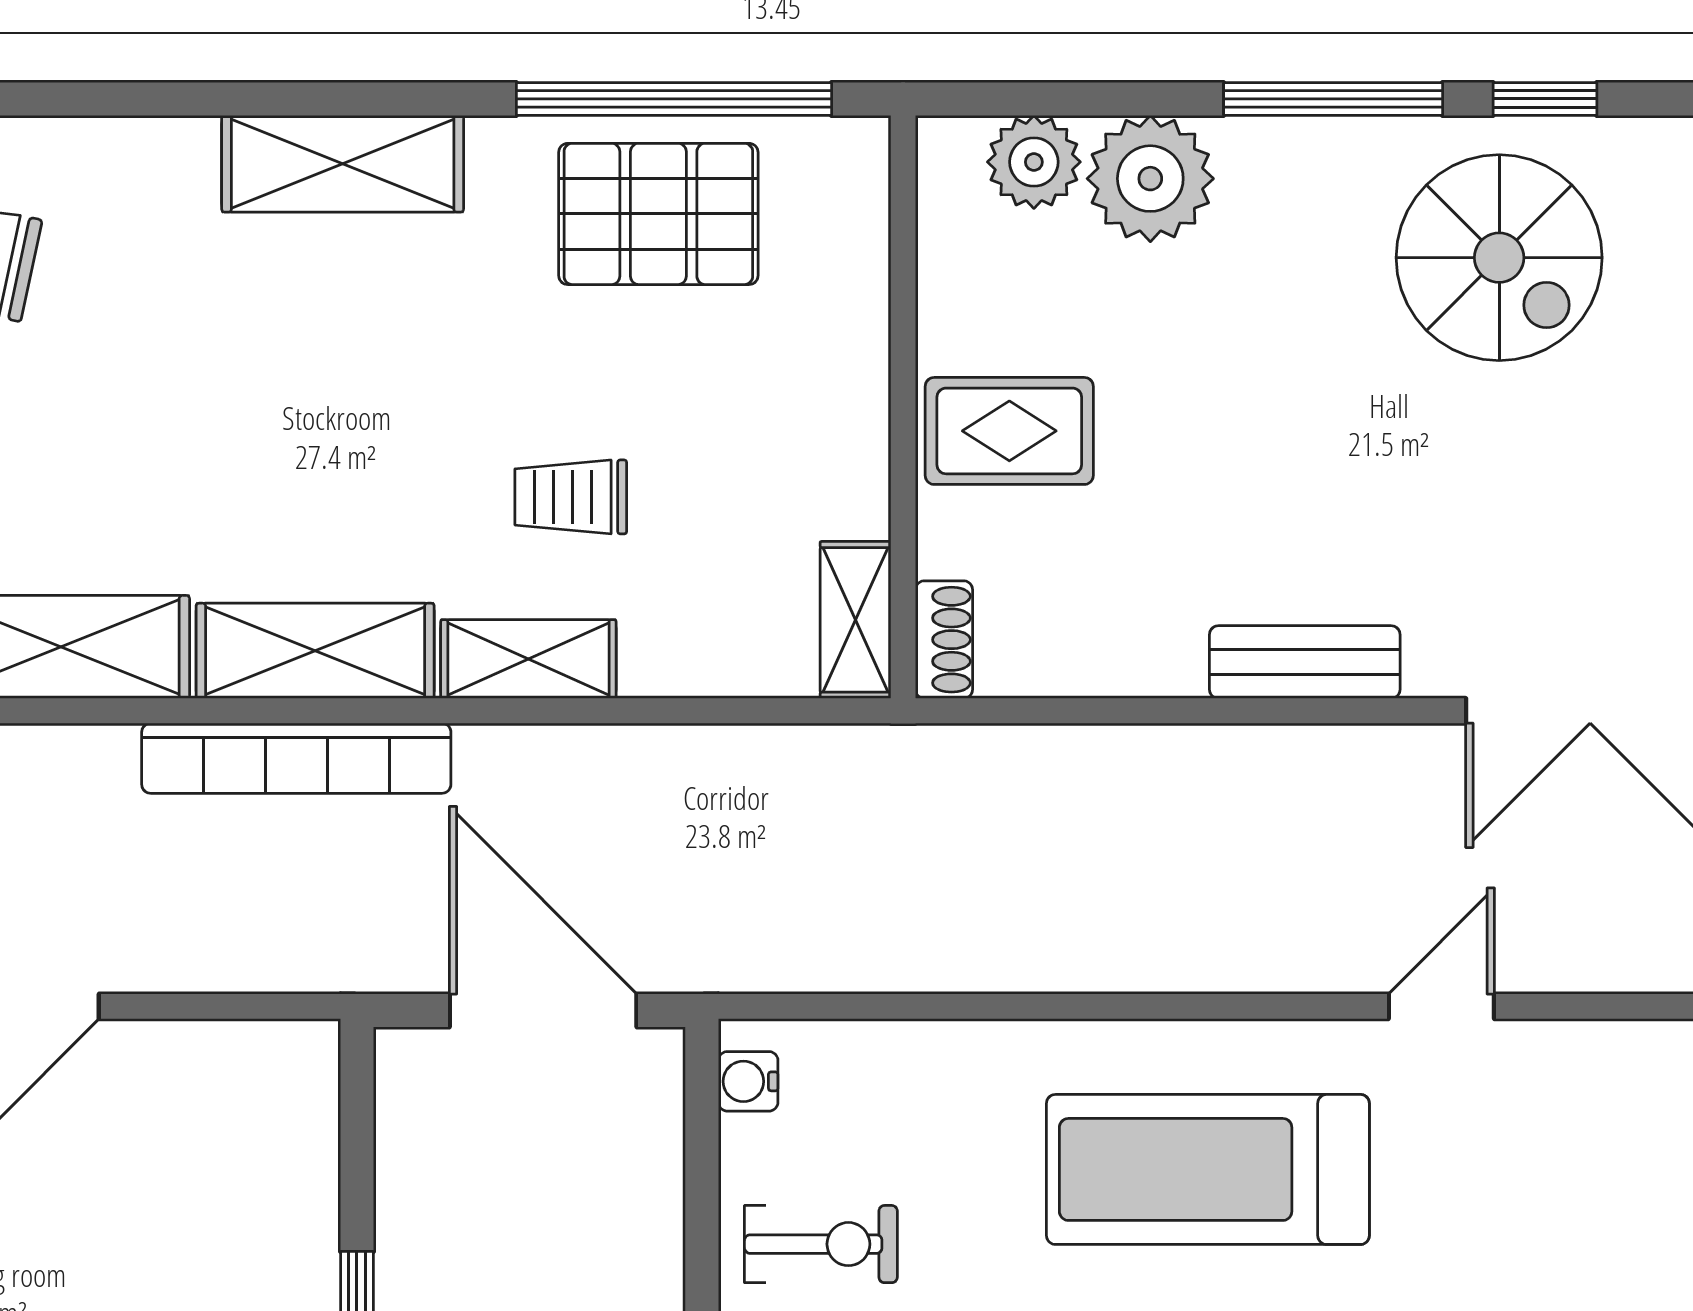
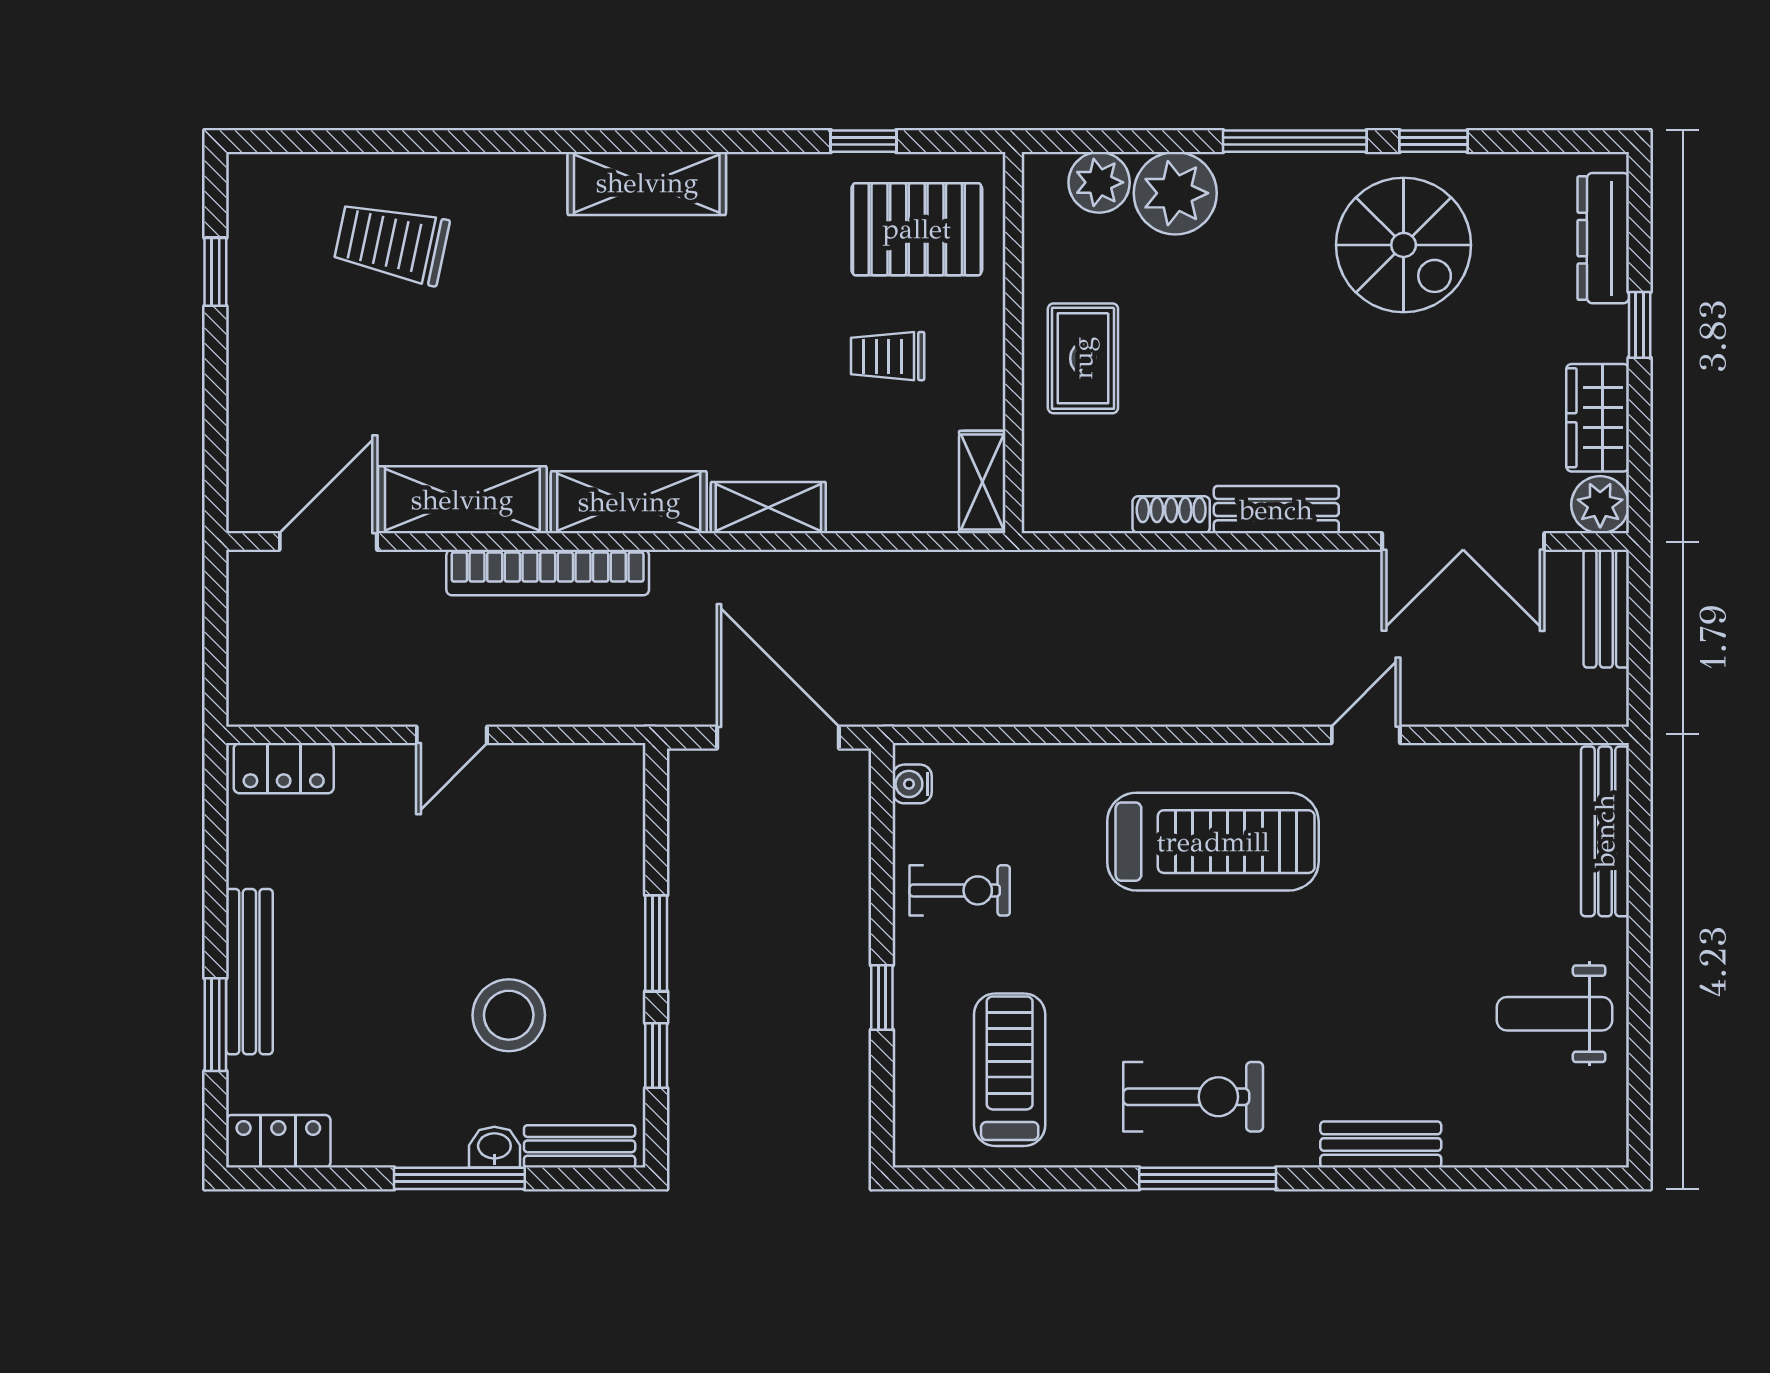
window: (674, 99) -> (864, 141), width x0.32
pallet: (658, 214) -> (917, 229), moved
rug: (1009, 431) -> (1083, 358), turned 90
trolley: (571, 497) -> (888, 356), moved
shoe rack: (944, 640) -> (1171, 515), moved, turned -90
bookcase: (296, 758) -> (548, 572), moved
treadmill: (1208, 1169) -> (1213, 842), turned 180

